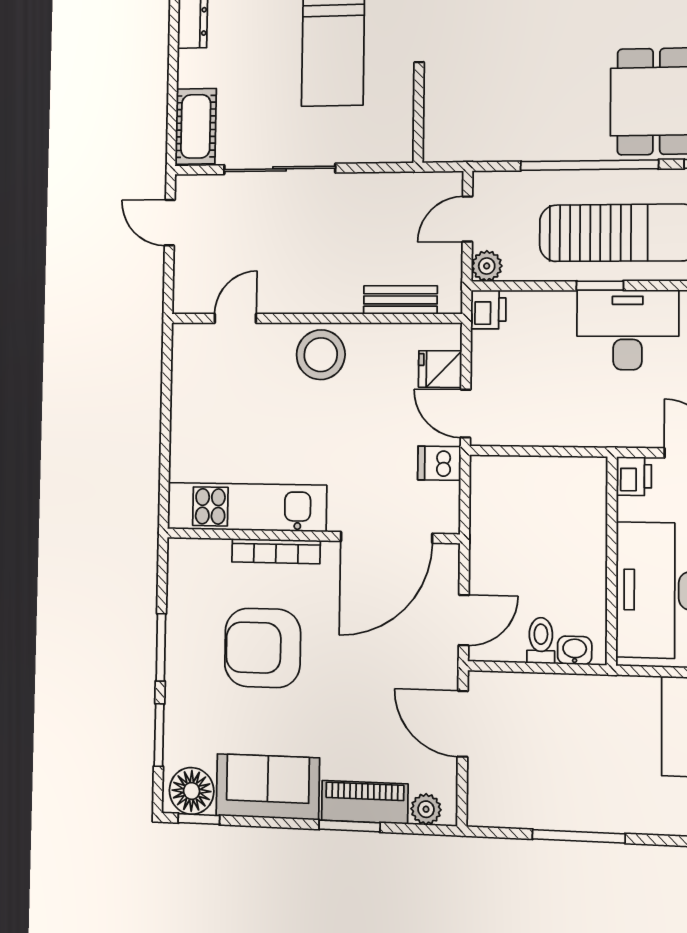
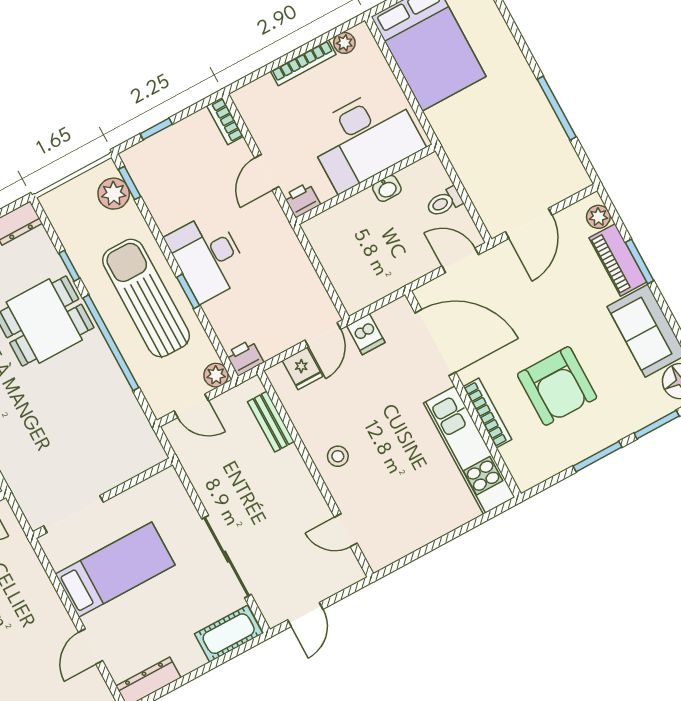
stool: (321, 355) -> (338, 456), width x0.53, depth x0.53
washbasin: (575, 650) -> (387, 188), moved, turned -90

